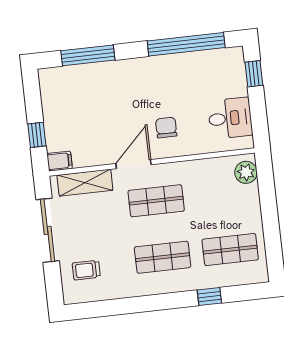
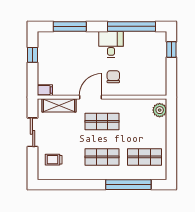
desk: (230, 118) -> (111, 44), moved, turned -90
window: (37, 135) -> (33, 55), moved
sliding door: (48, 230) -> (33, 132), width x0.73
window: (209, 297) -> (128, 185), width x3.17

